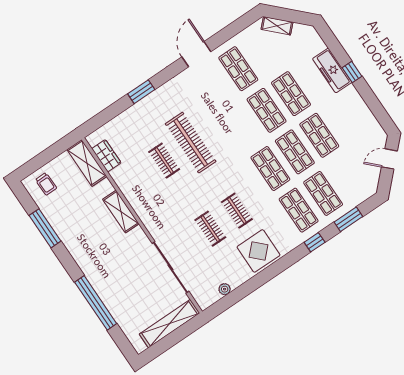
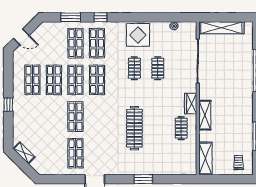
shelving: (277, 26) -> (24, 153), moved
freezer: (332, 71) -> (20, 114), removed
shop shelf: (291, 94) -> (32, 80), moved
wardrobe: (106, 156) -> (191, 104), moved
clothes rail: (164, 161) -> (181, 128), moved

